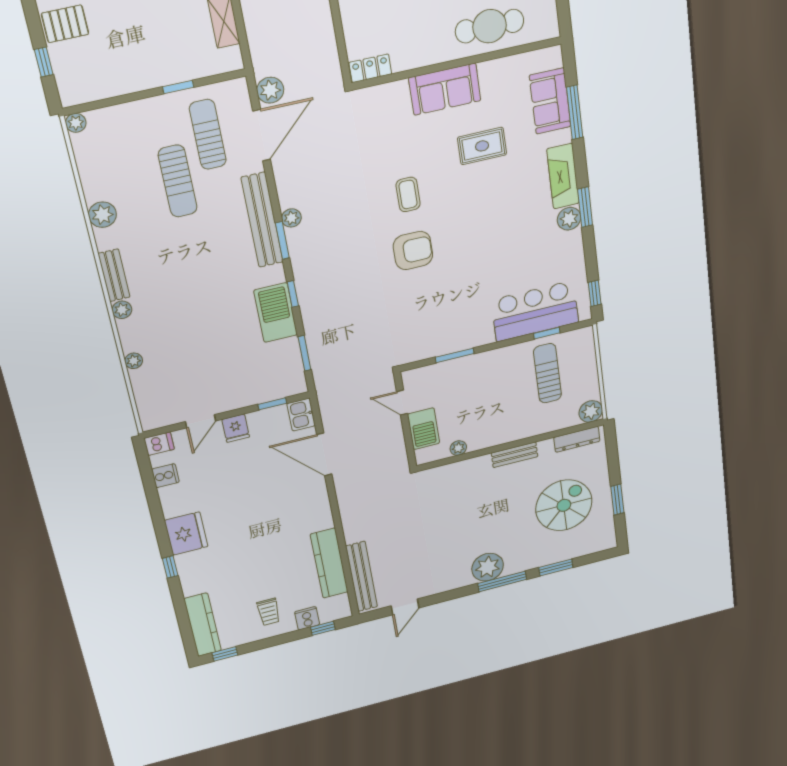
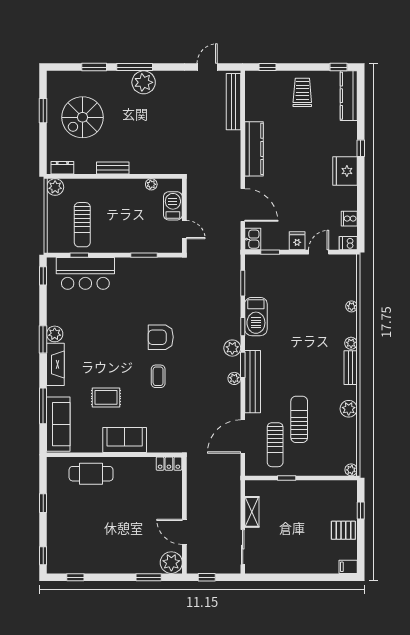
plant: (270, 90) -> (232, 348), moved
sofa: (550, 101) -> (58, 424), width x1.36
dresser: (577, 439) -> (62, 168), width x0.70
kitchen counter: (329, 563) -> (254, 149), moved
trolley: (269, 612) -> (302, 92), width x1.36, depth x1.39
cooker: (307, 618) -> (277, 79), removed

